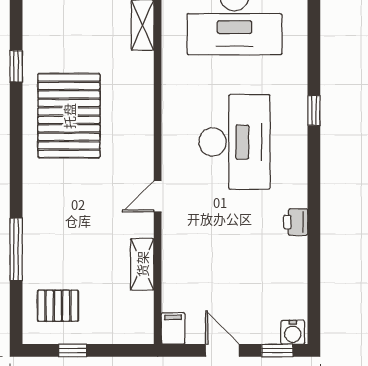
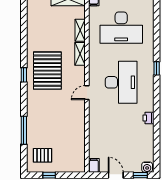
window: (16, 66) -> (24, 75), moved
door: (158, 196) -> (87, 93), moved
shelving: (142, 264) -> (80, 54), moved

